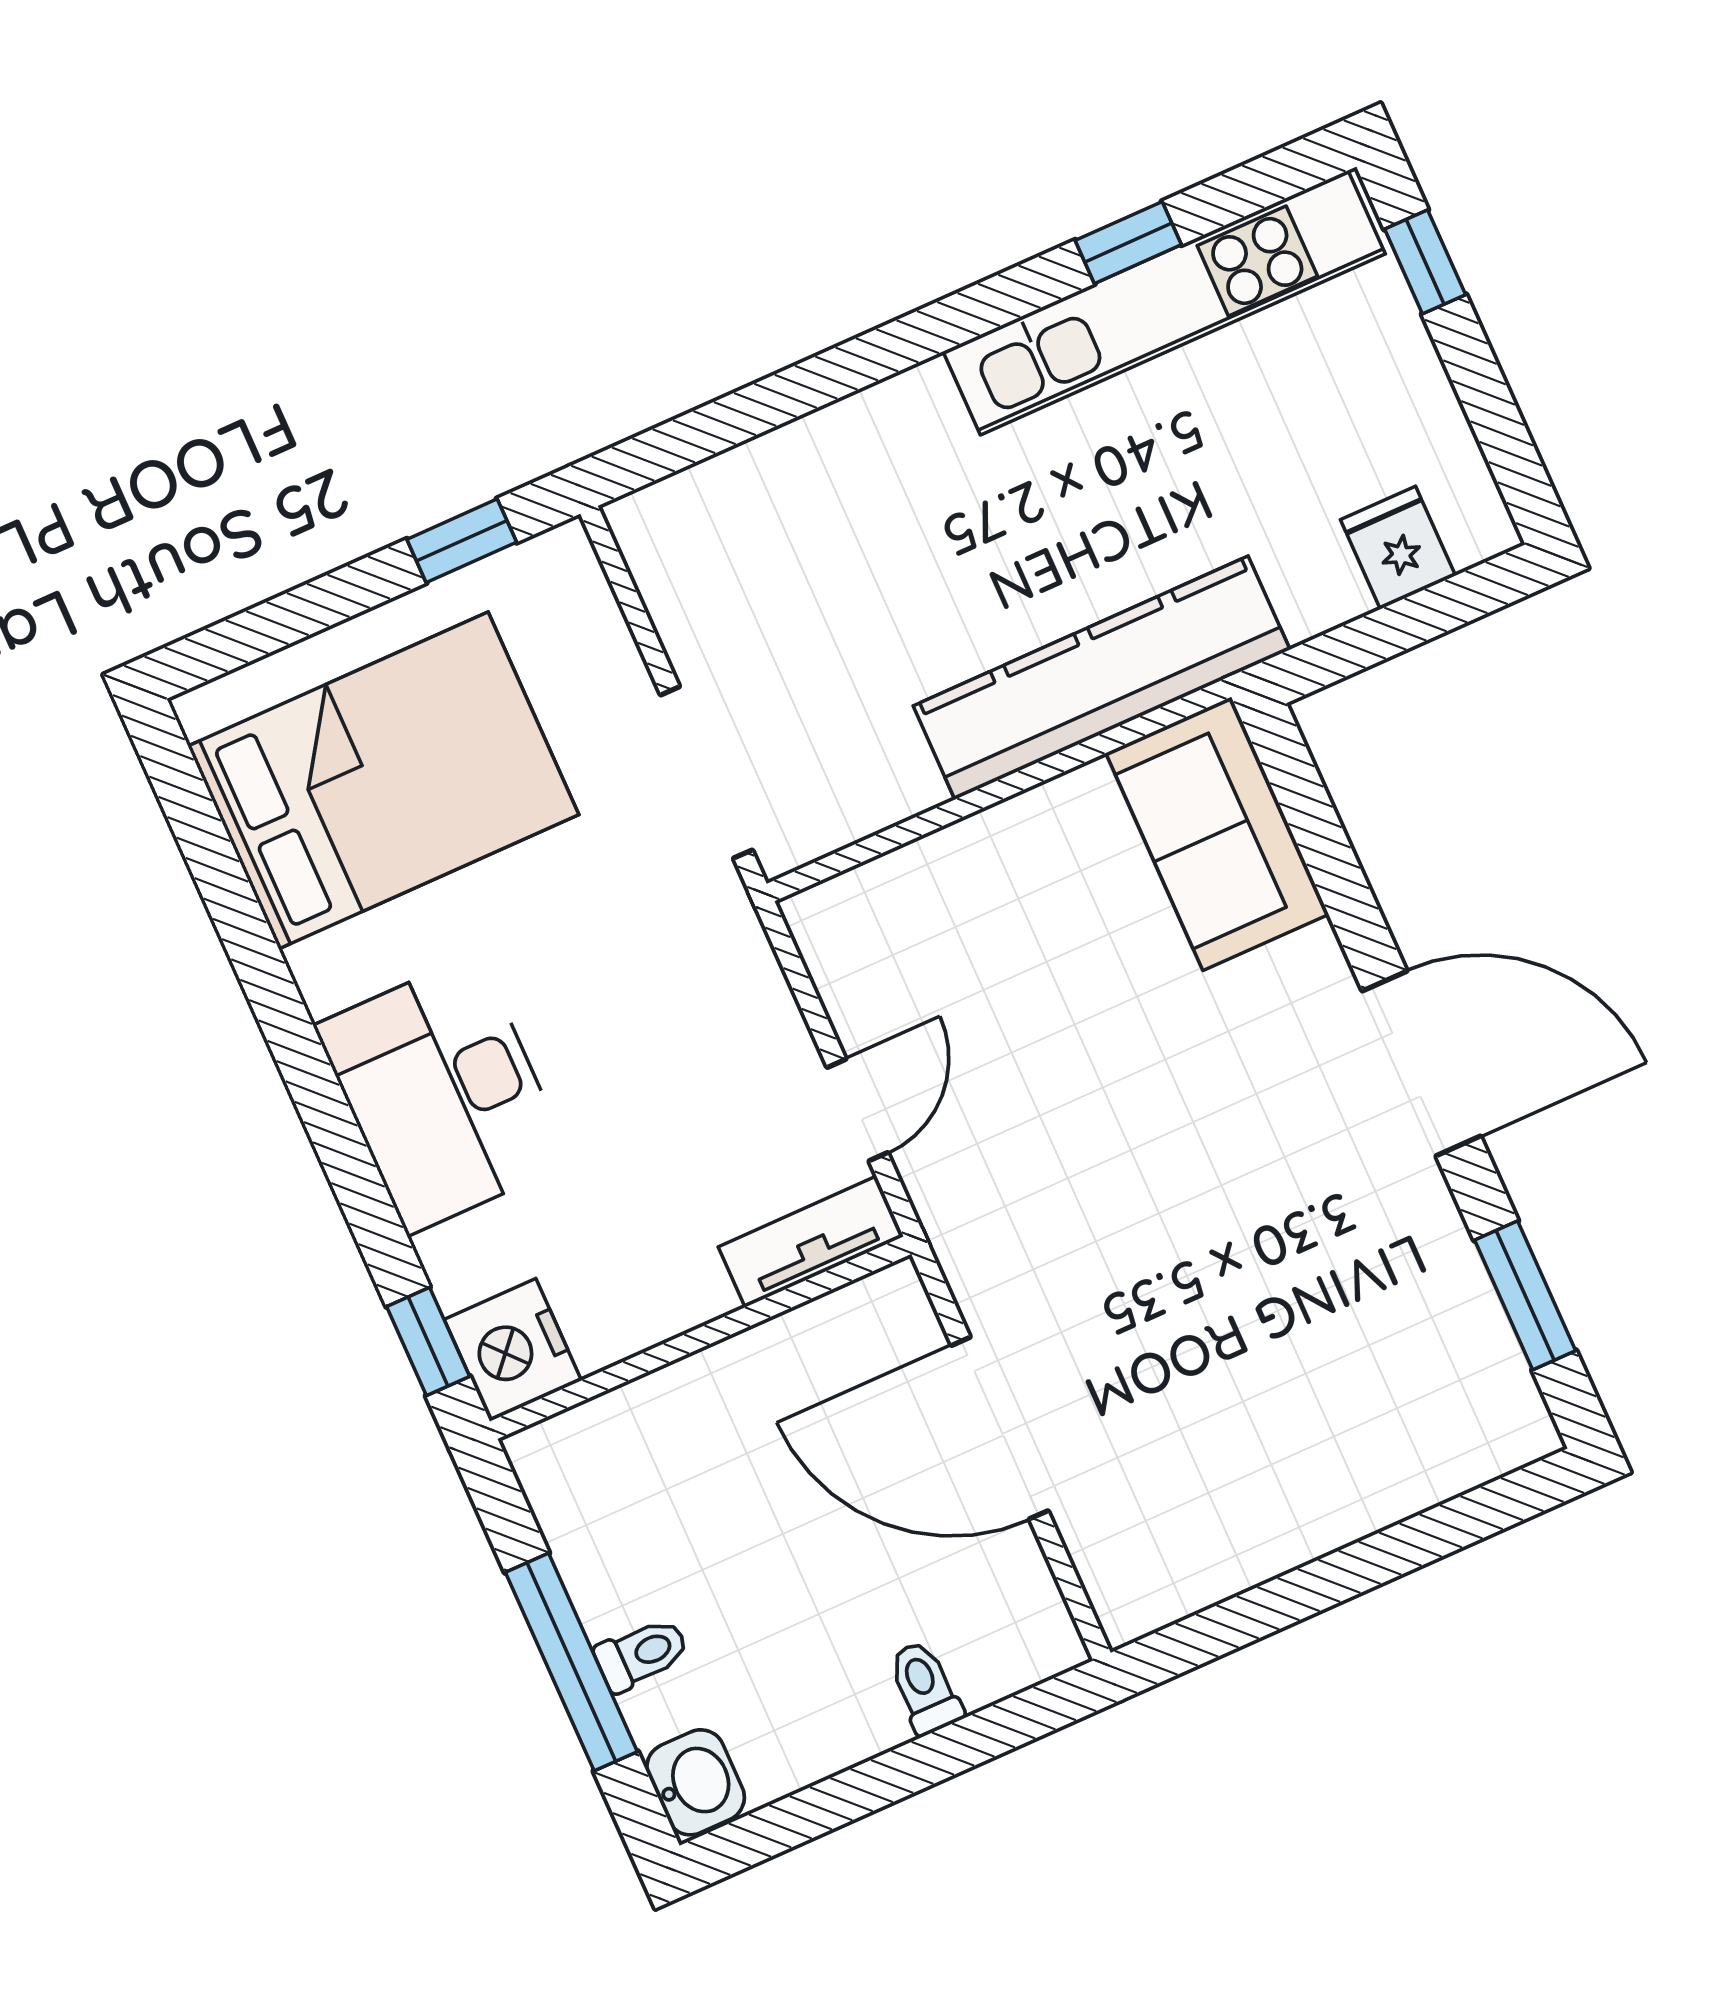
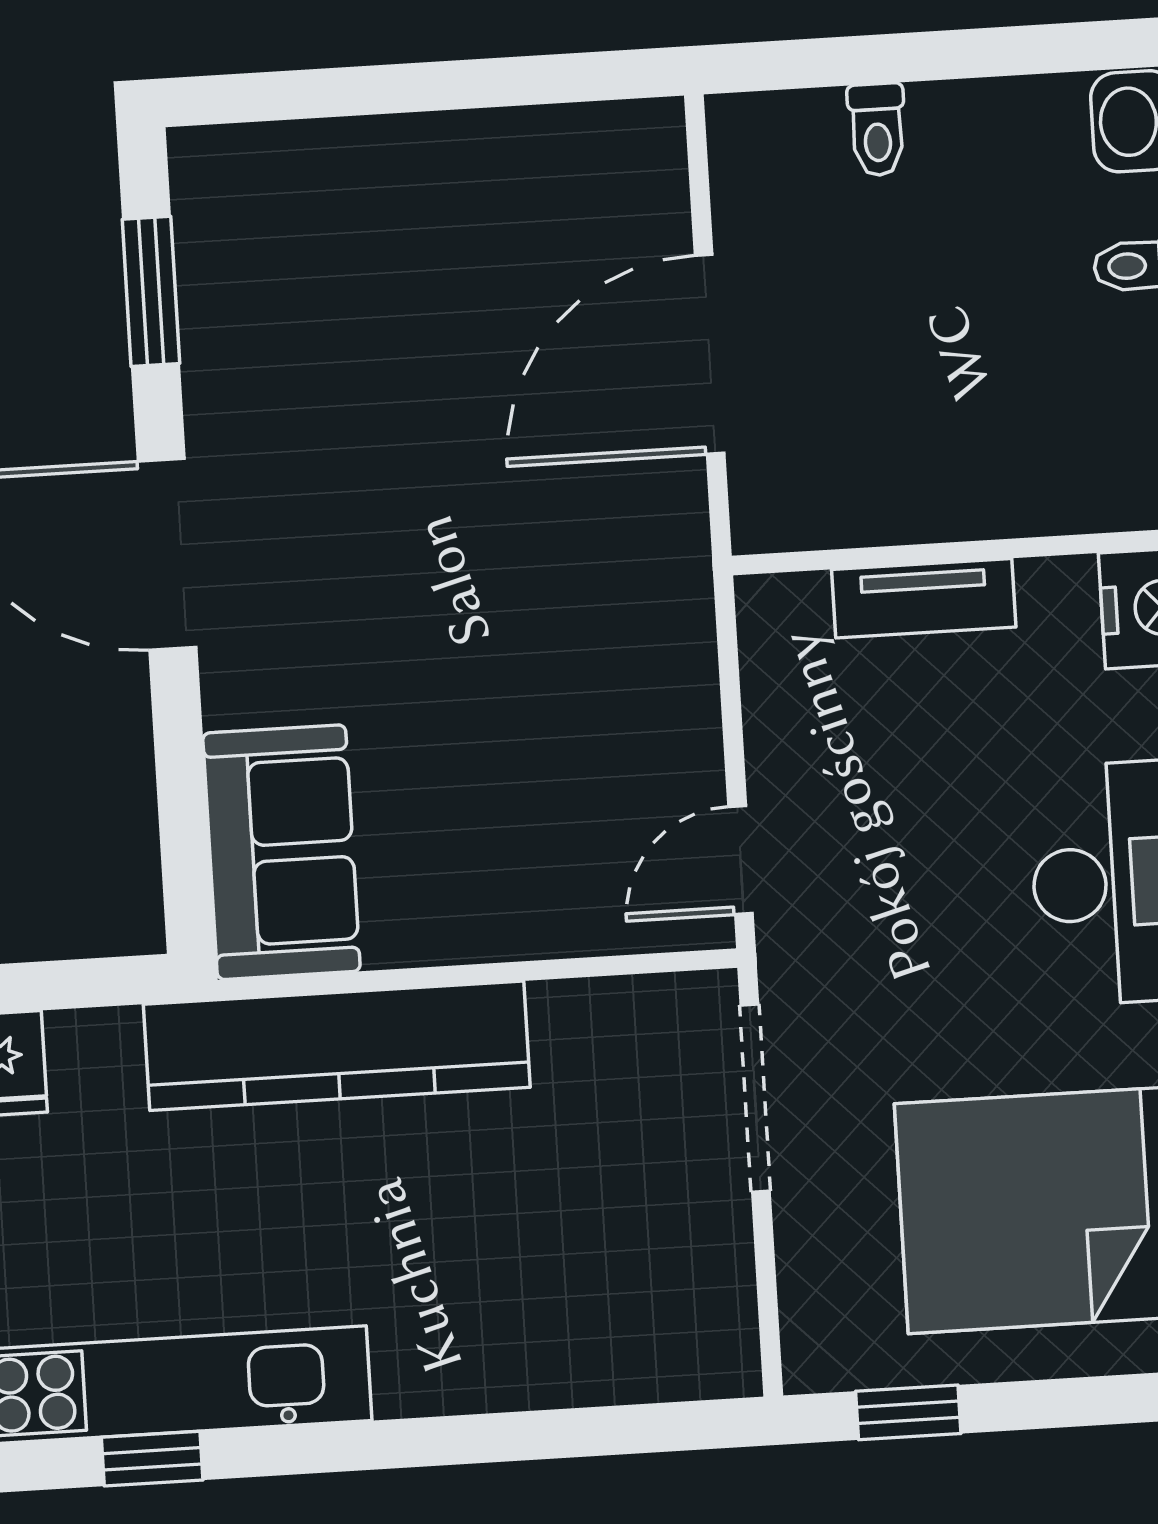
door: (857, 1110) -> (741, 860), moved
tv unit: (811, 1242) -> (924, 598), moved
door: (1000, 1428) -> (710, 354), swing flipped

